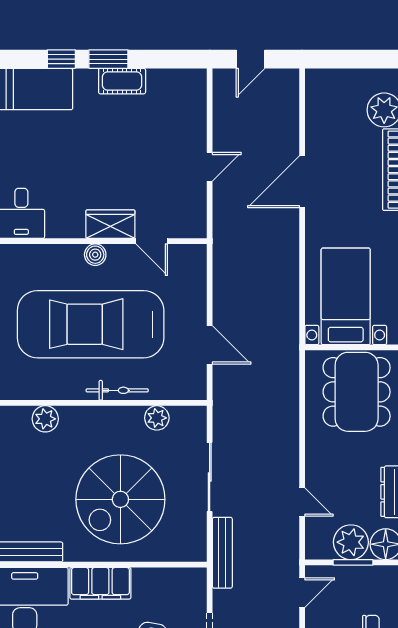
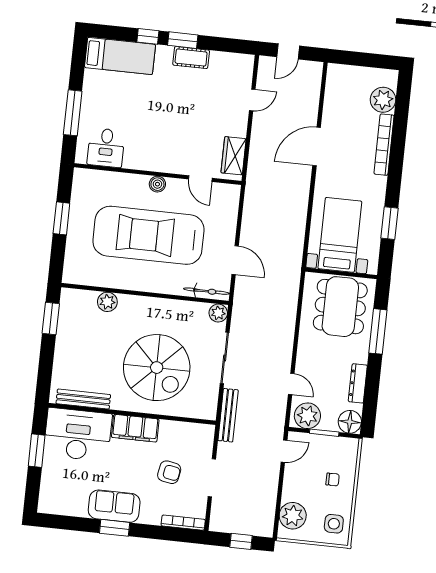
door: (210, 167) -> (252, 100), moved
wardrobe: (110, 224) -> (234, 156), moved, turned -90
bicycle: (117, 390) -> (206, 291), moved
plant: (157, 418) -> (218, 313), moved
spiral stairs: (120, 499) -> (157, 368), turned -90
plant: (351, 542) -> (307, 416), moved

